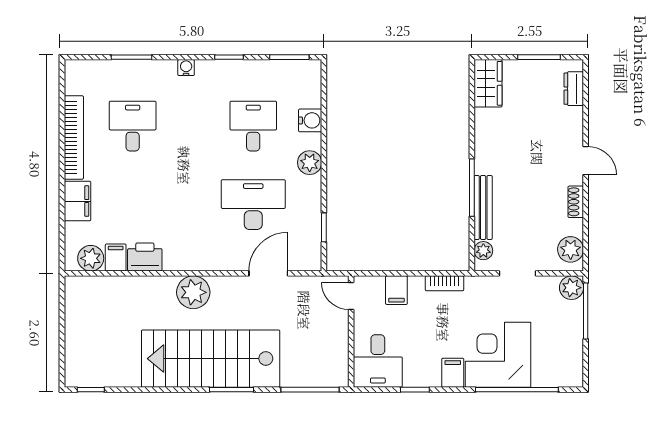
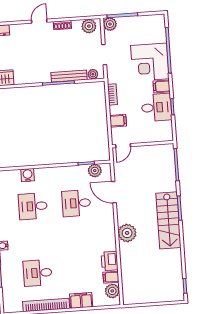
plant: (310, 163) -> (95, 171), moved
desk: (253, 205) -> (76, 203), width x0.73
stairs: (211, 359) -> (168, 220), width x0.73, depth x0.66
desk: (378, 361) -> (157, 107), moved

